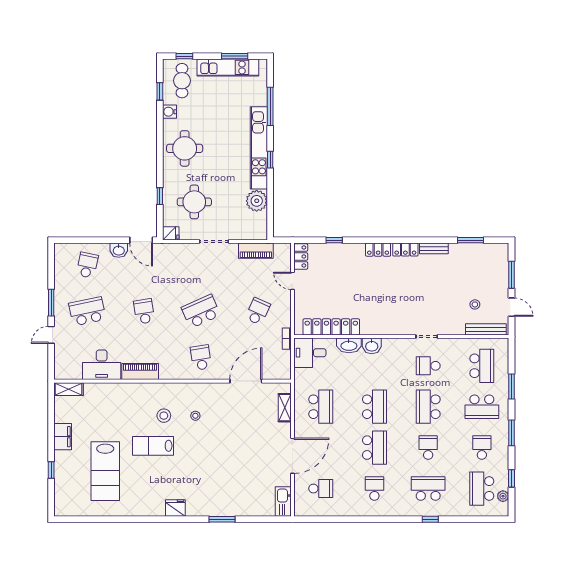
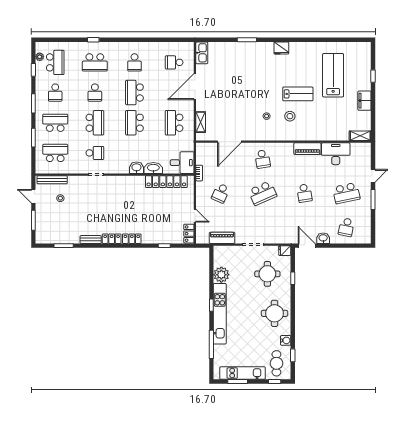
school desk: (482, 366) -> (55, 153), turned 90

